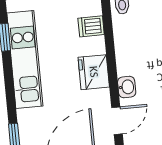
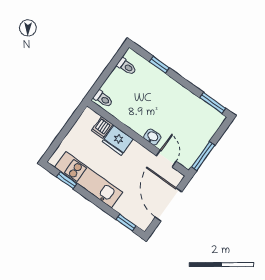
fridge: (94, 72) -> (118, 140), moved

